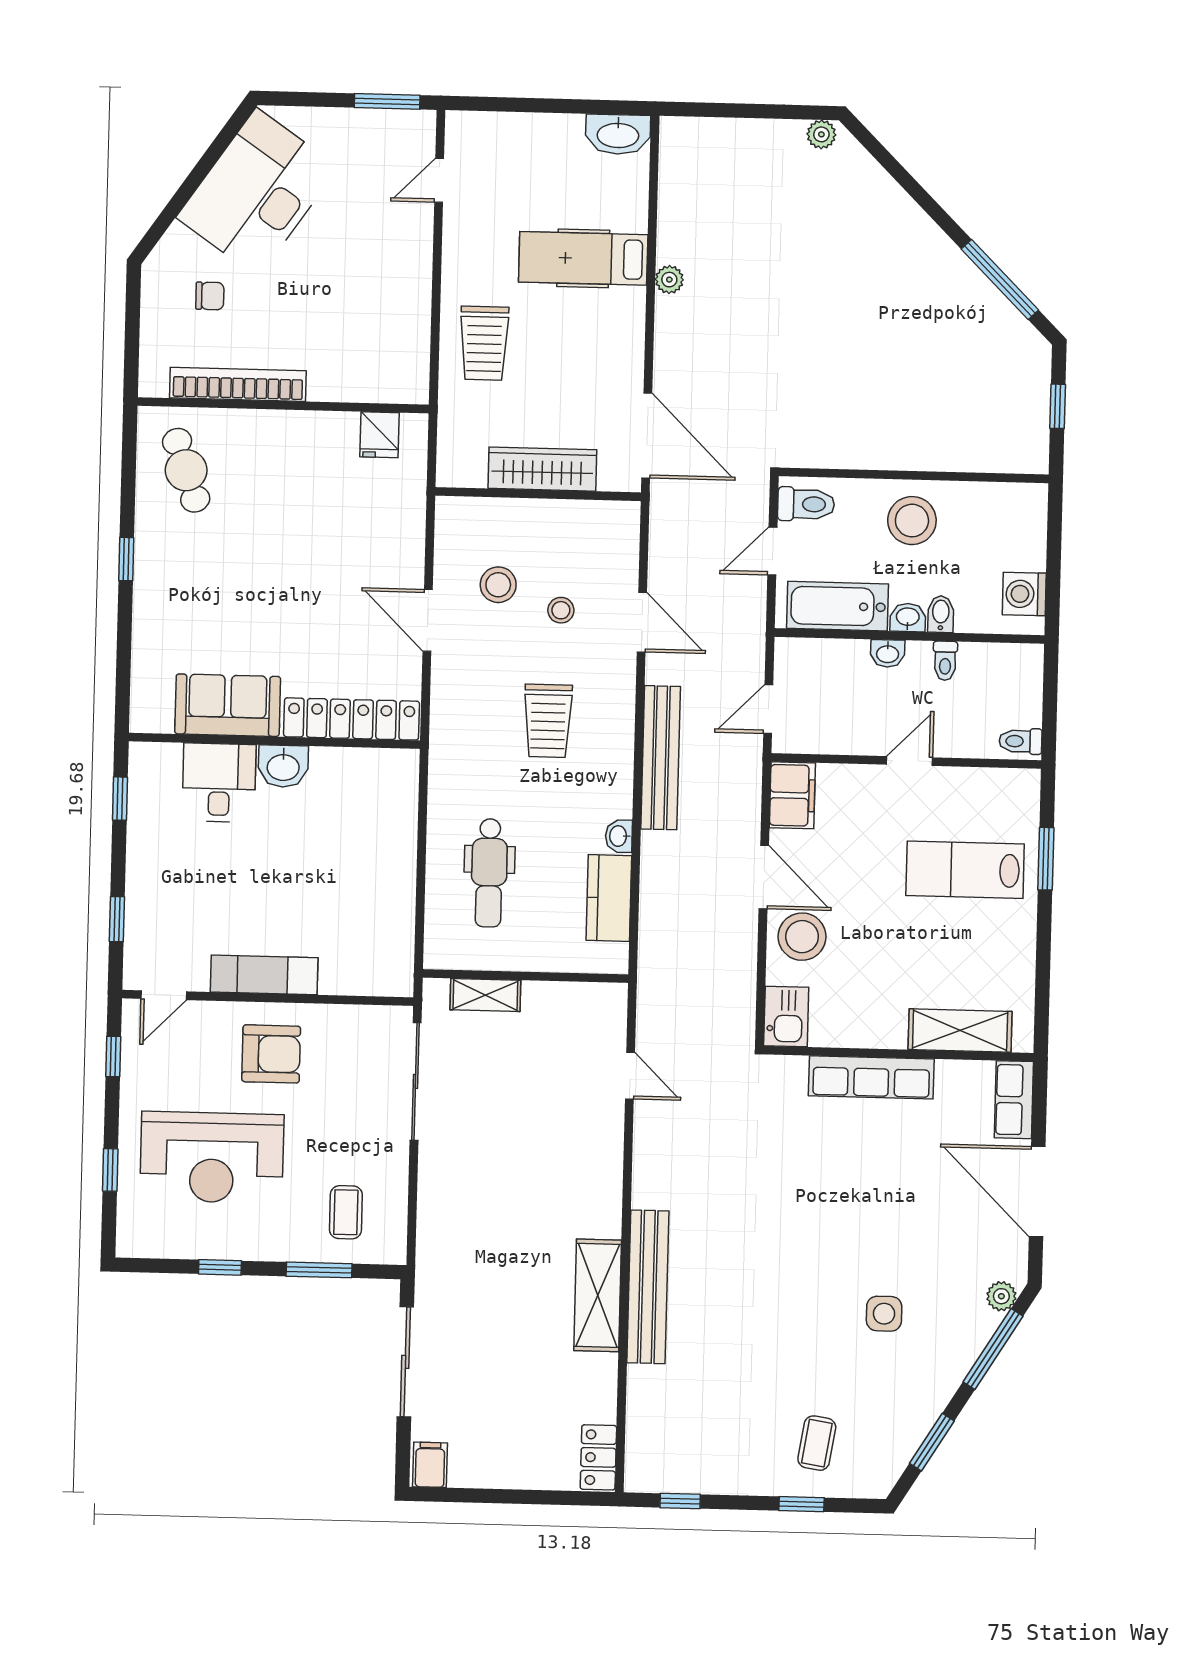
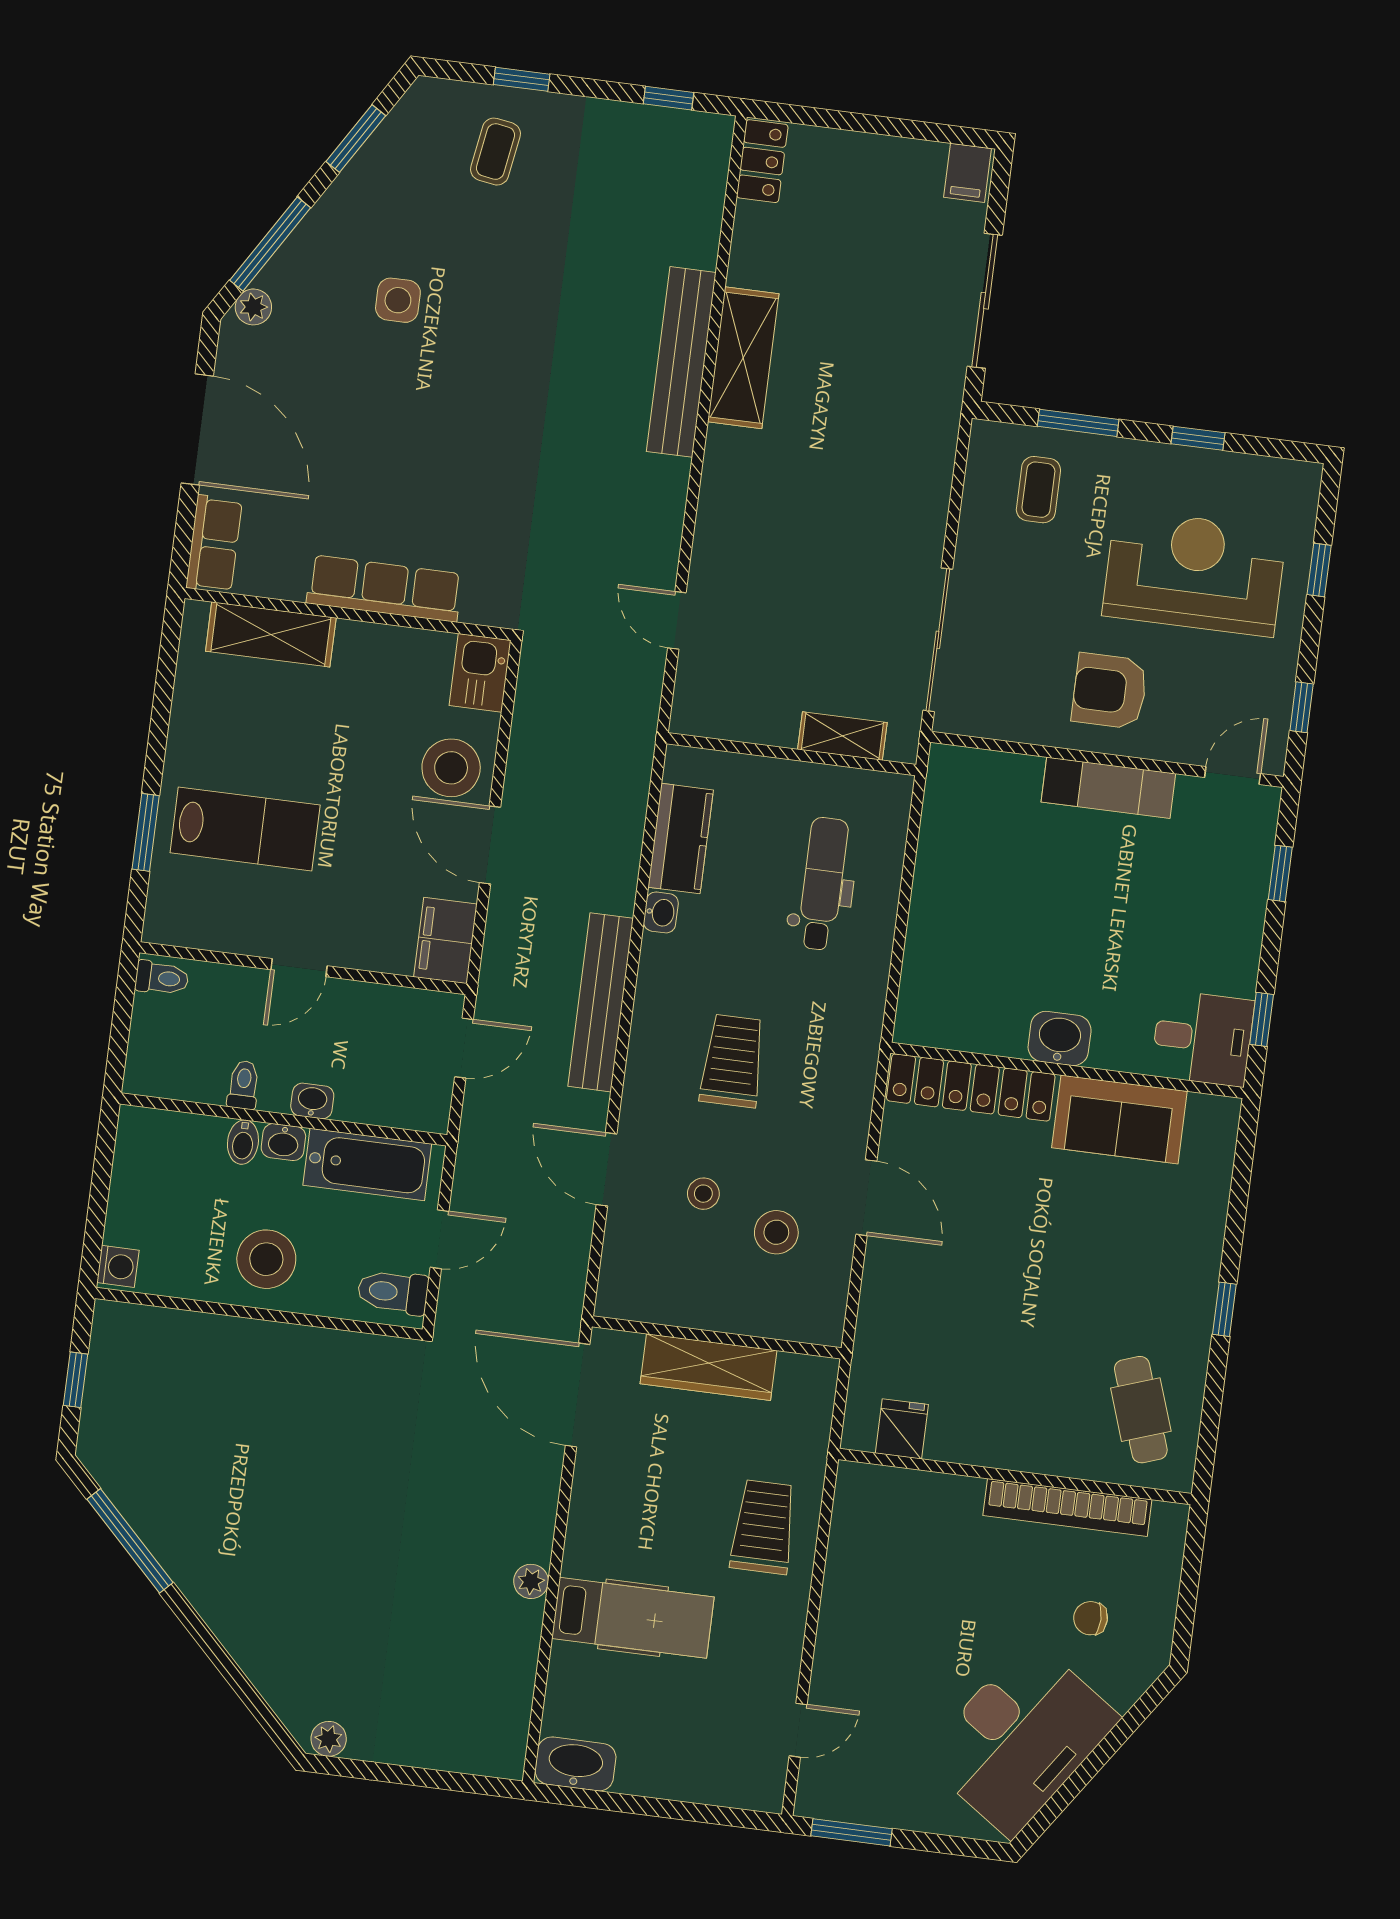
washing machine: (1024, 594) -> (118, 1266), moved, width x0.73, depth x0.73
desk: (219, 783) -> (1202, 1038), moved, turned -90

